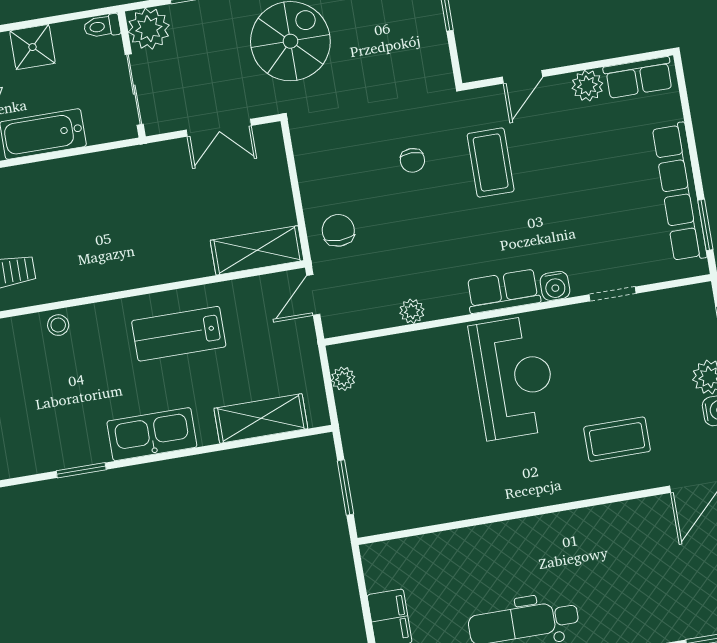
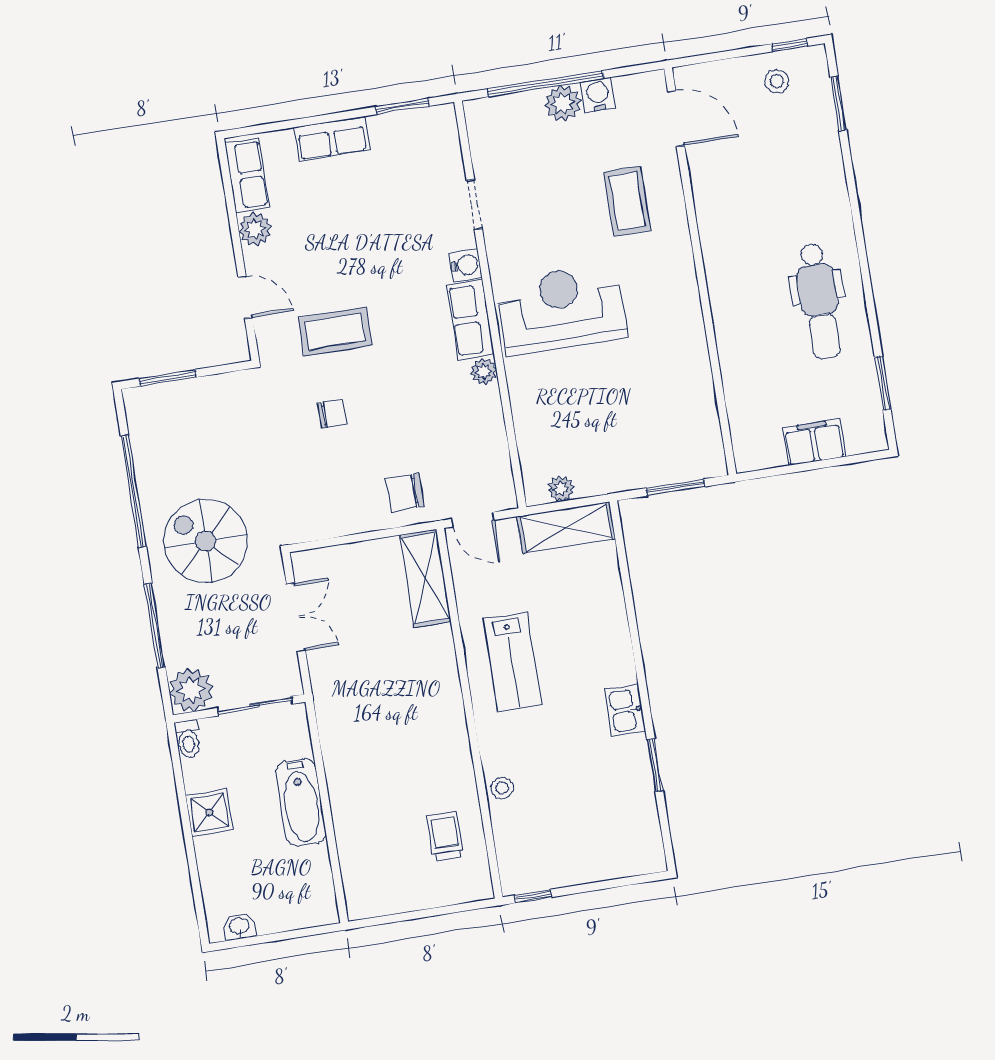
row of seats: (680, 192) -> (332, 139), width x0.50
plant: (412, 311) -> (484, 372), moved
shelving: (261, 418) -> (566, 528), moved, turned 90
kitchen sink: (152, 434) -> (625, 710), width x0.53, depth x0.81

